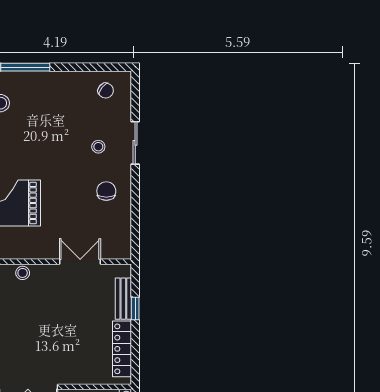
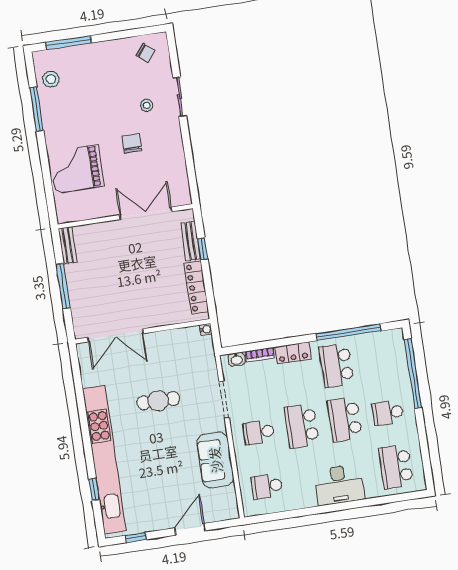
chair: (106, 191) -> (132, 143), moved
double door: (80, 262) -> (146, 213), width x1.37
stool: (23, 273) -> (95, 232), removed

